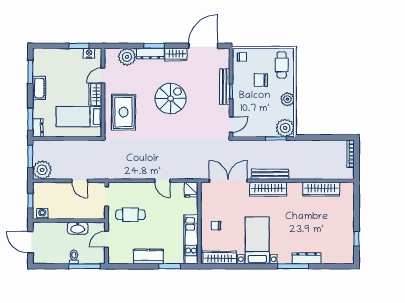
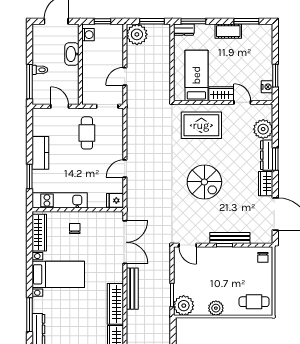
chair: (261, 80) -> (237, 278), removed
spiral stairs: (171, 99) -> (204, 182), moved
wardrobe: (268, 189) -> (115, 304), moved
washbasin: (78, 228) -> (72, 54), moved

